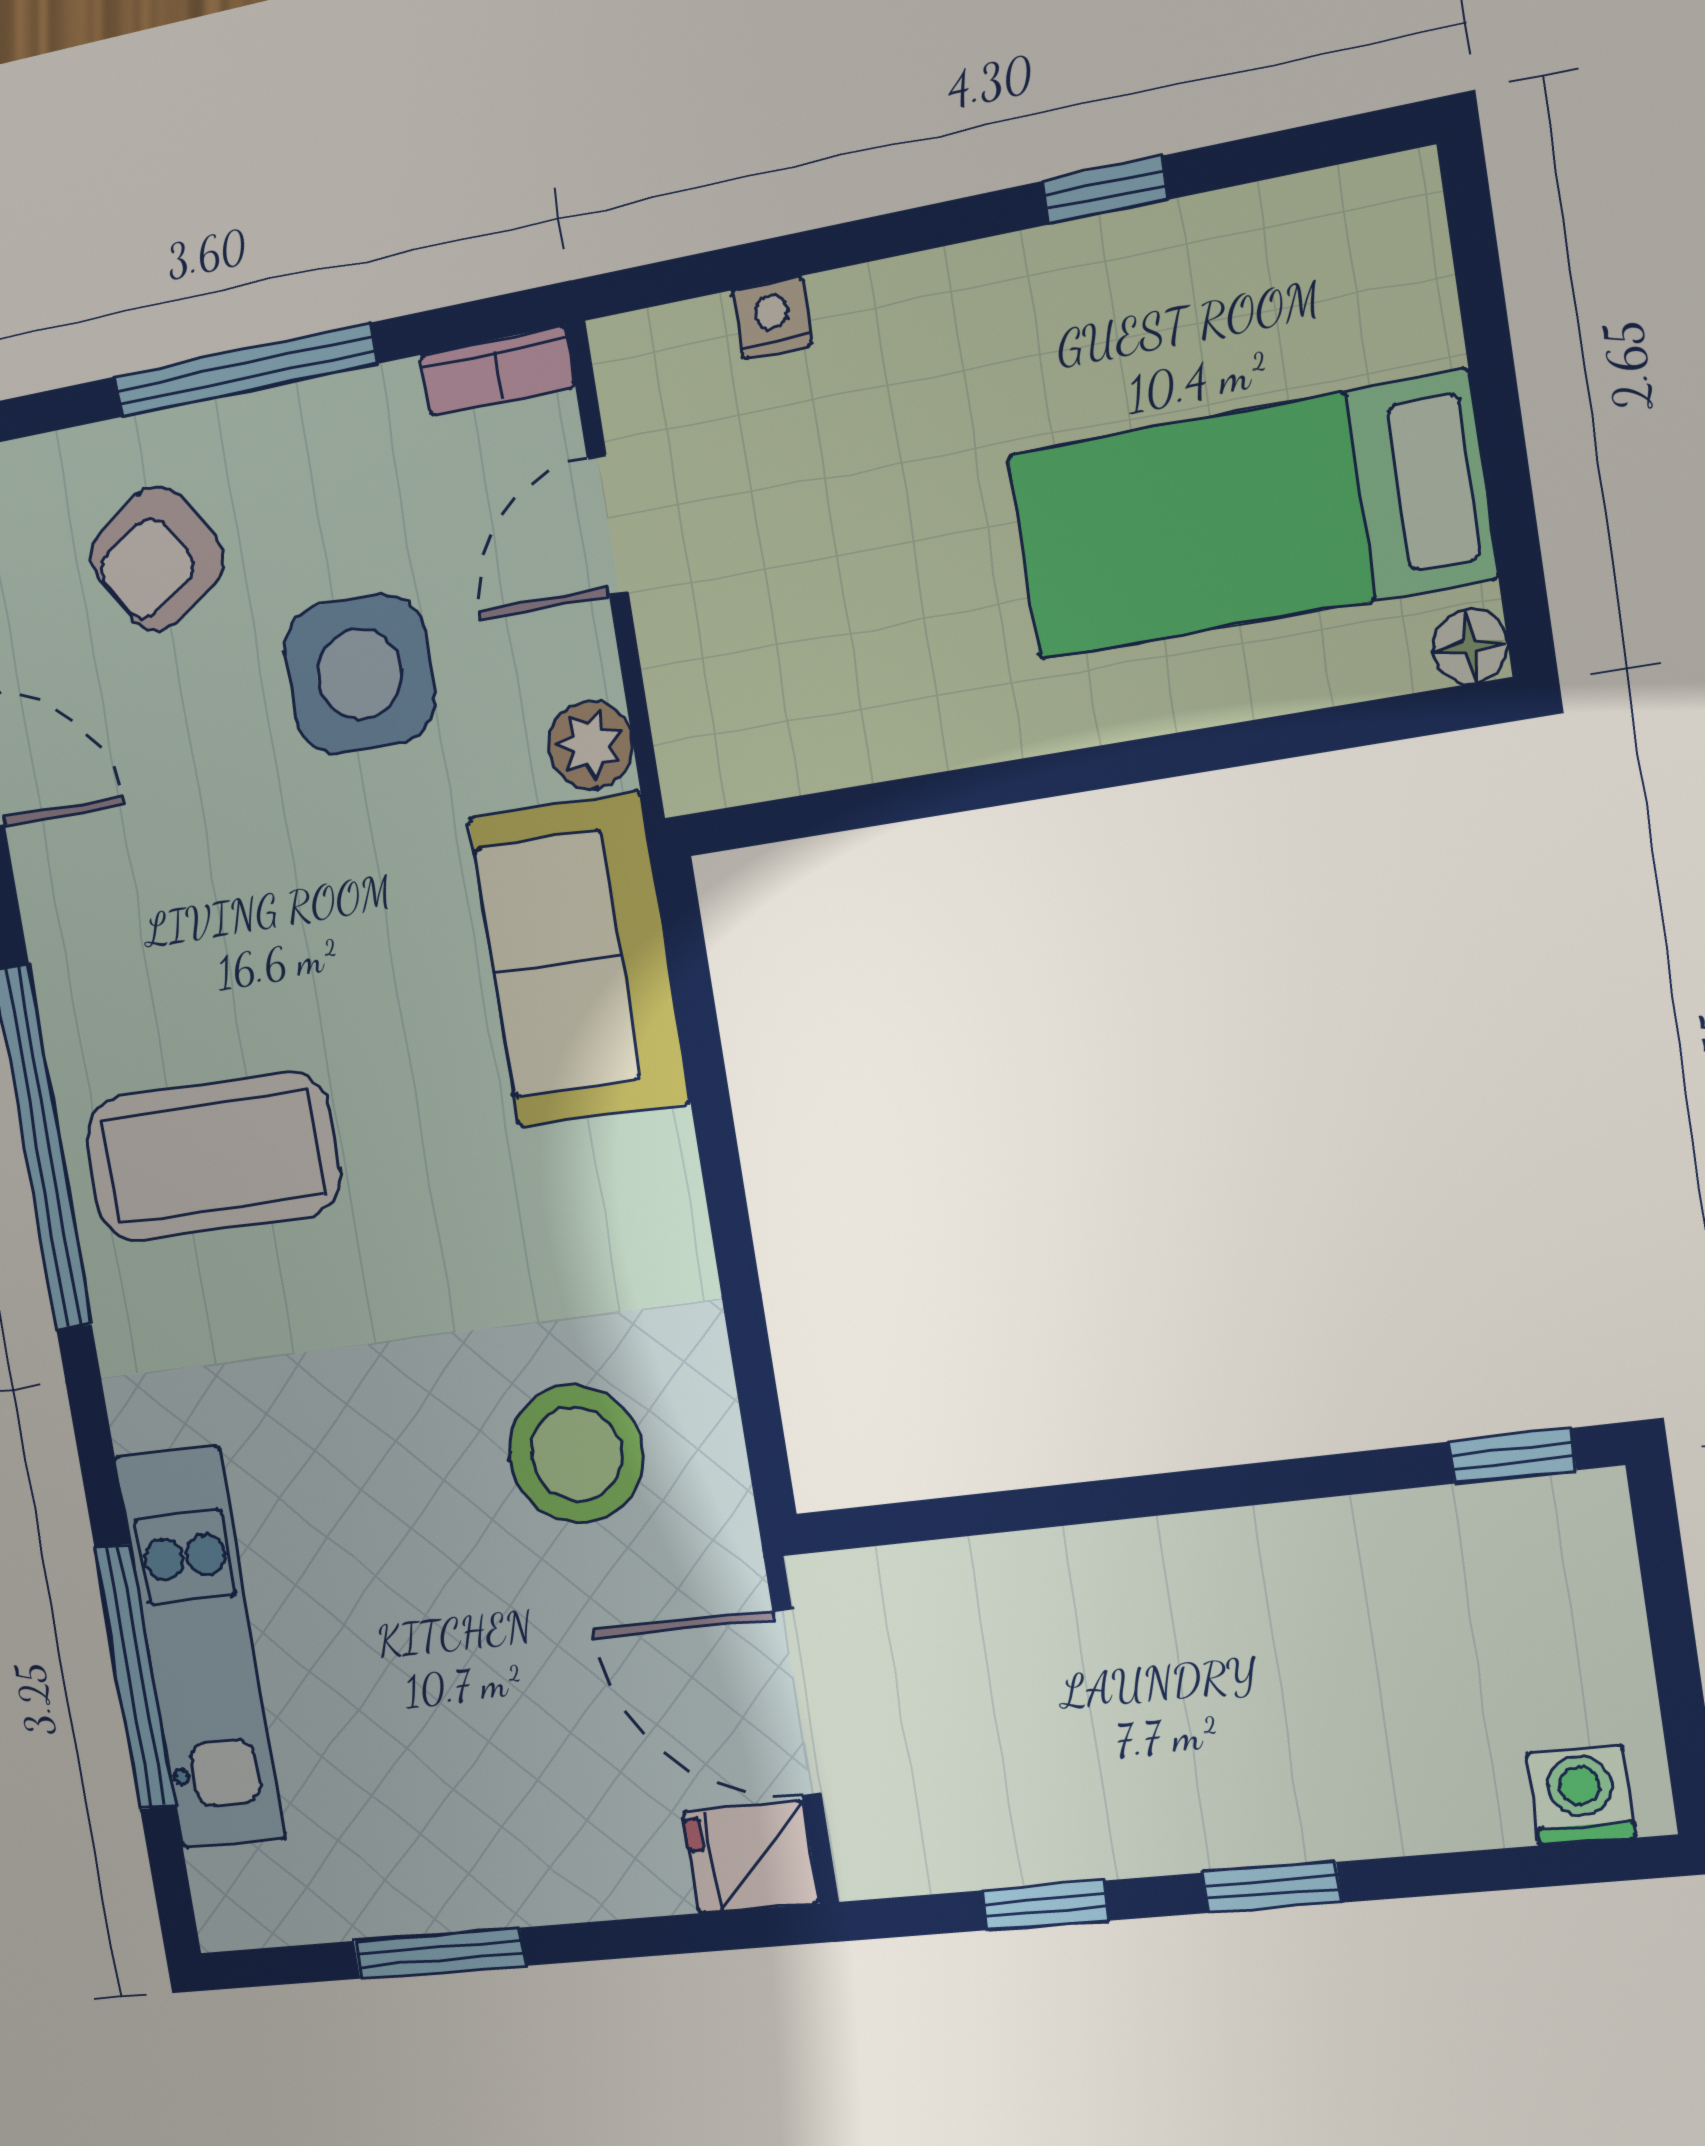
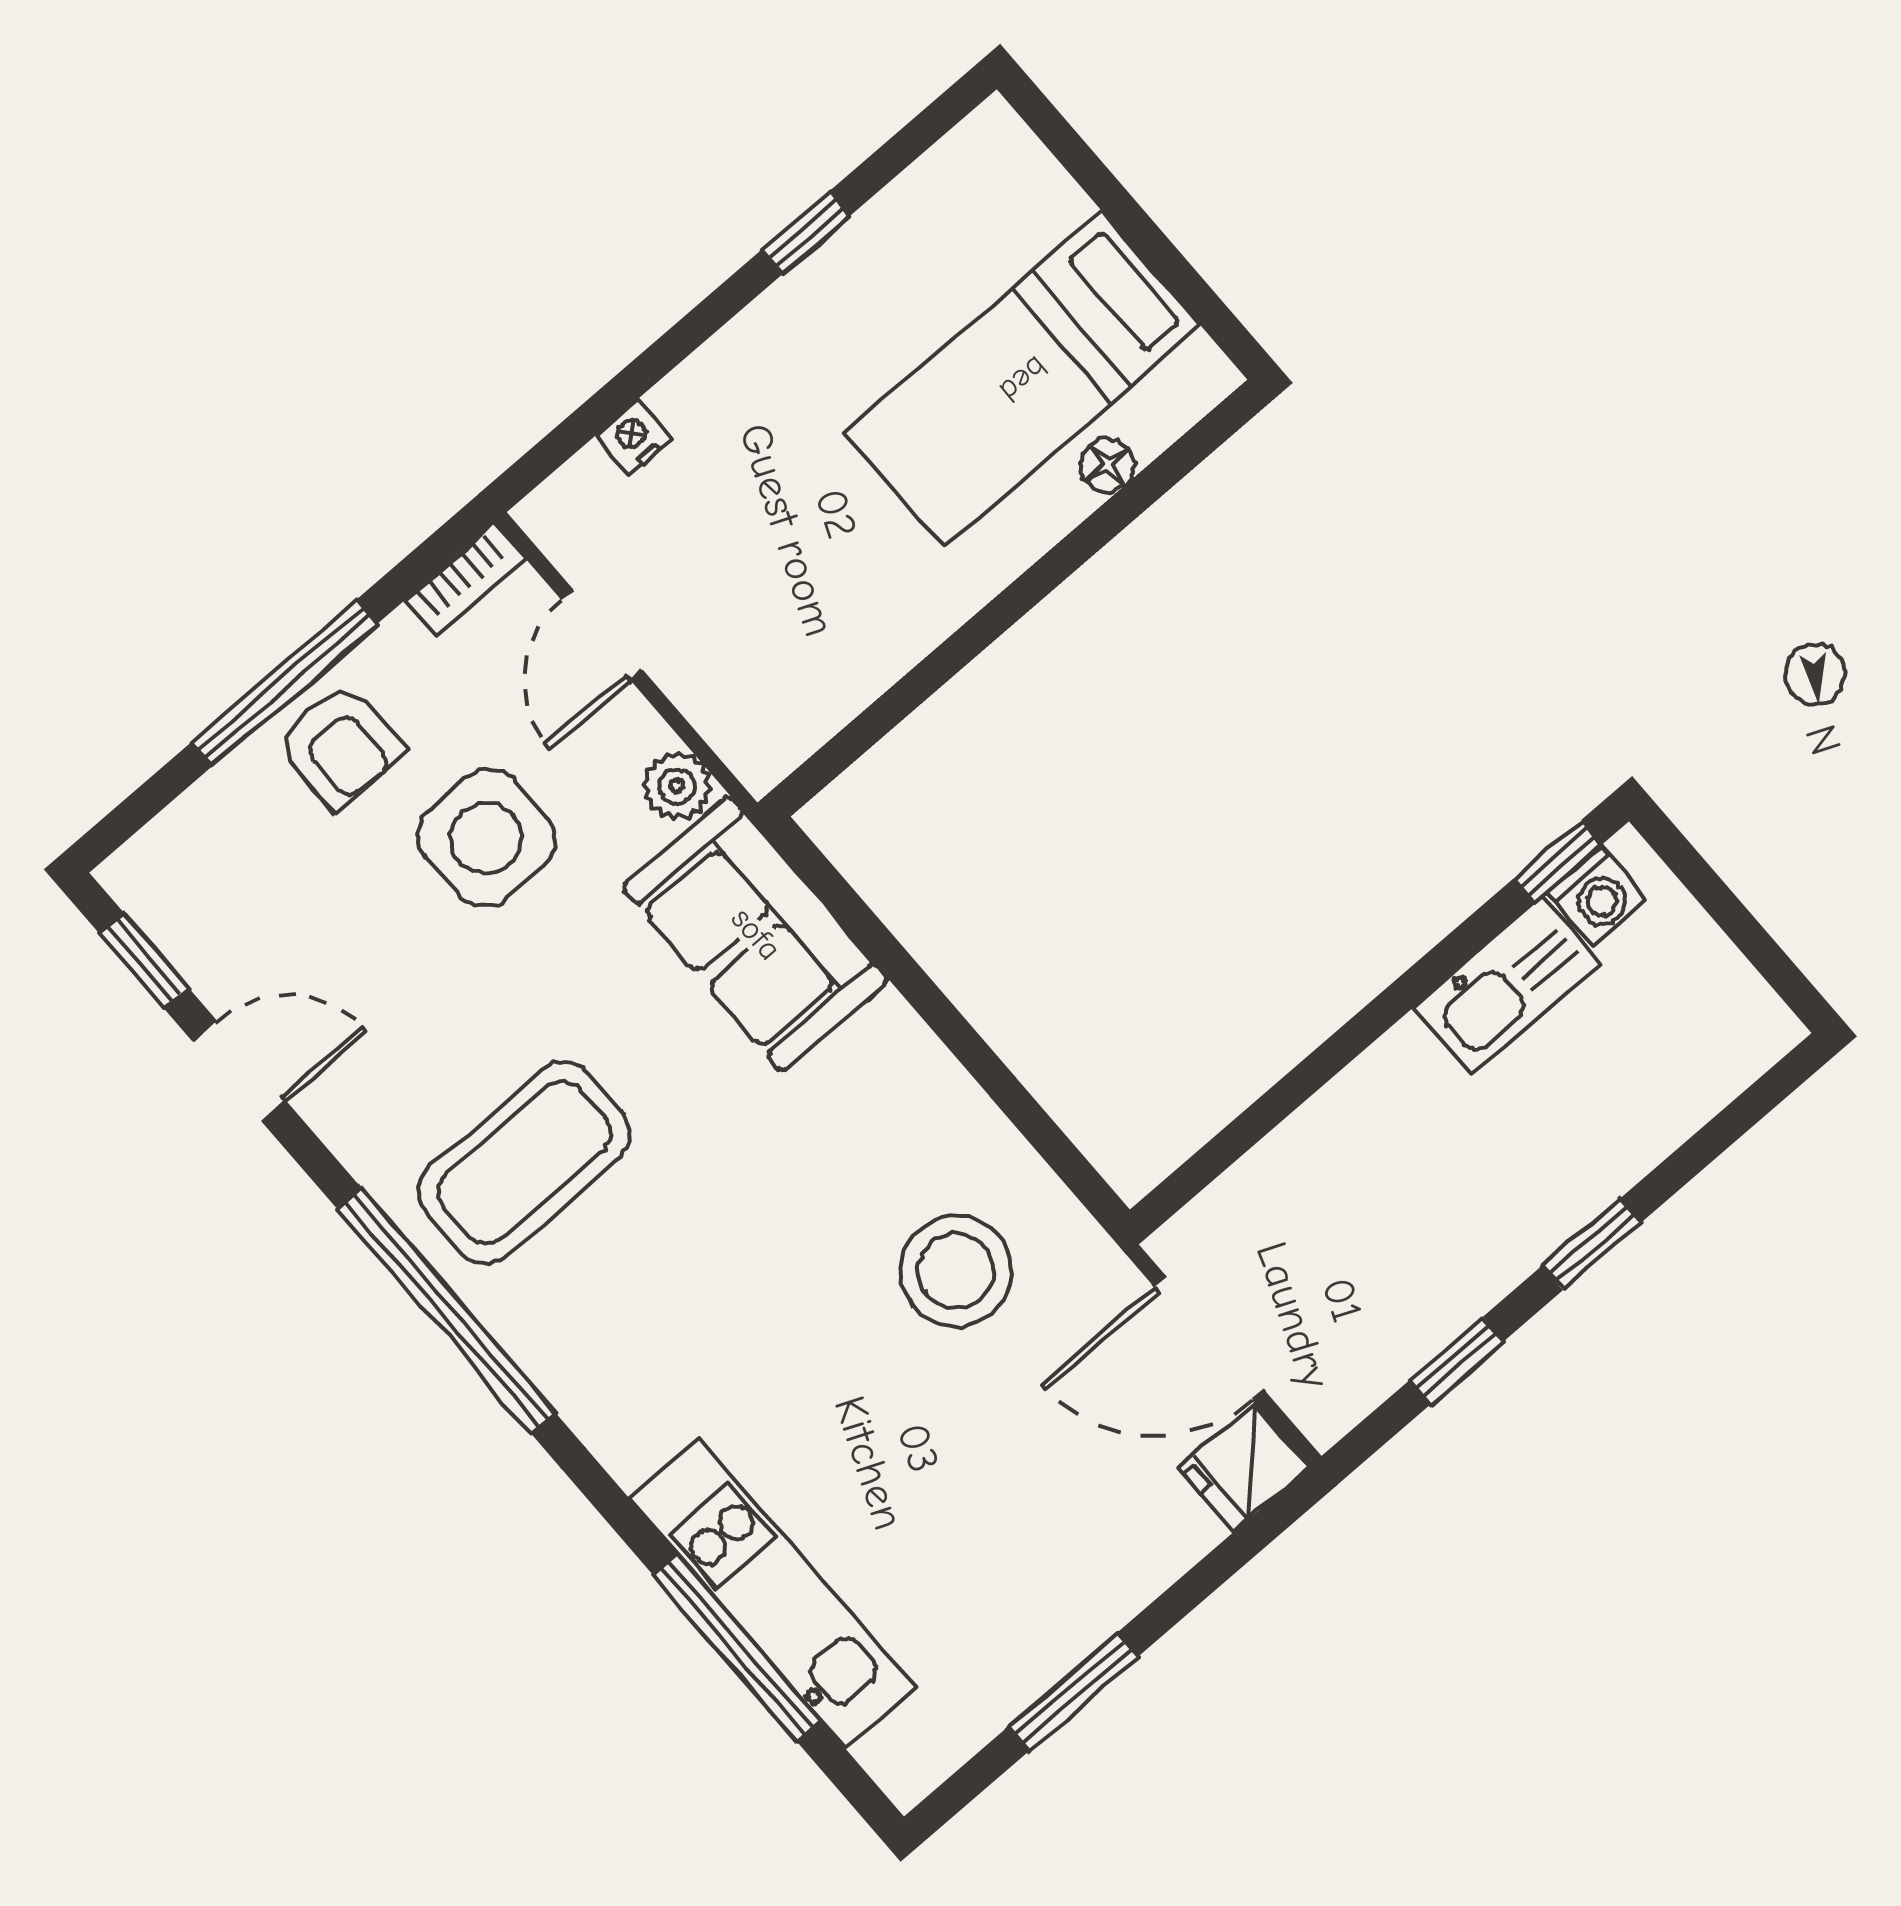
armchair: (157, 558) -> (340, 746), moved, turned -58
floor lamp: (1470, 646) -> (1107, 465), moved
coffee table: (213, 1157) -> (524, 1163), moved
kitchen sink: (1363, 1553) -> (1507, 986), added
washing machine: (1581, 1795) -> (1597, 896), moved, turned 180

